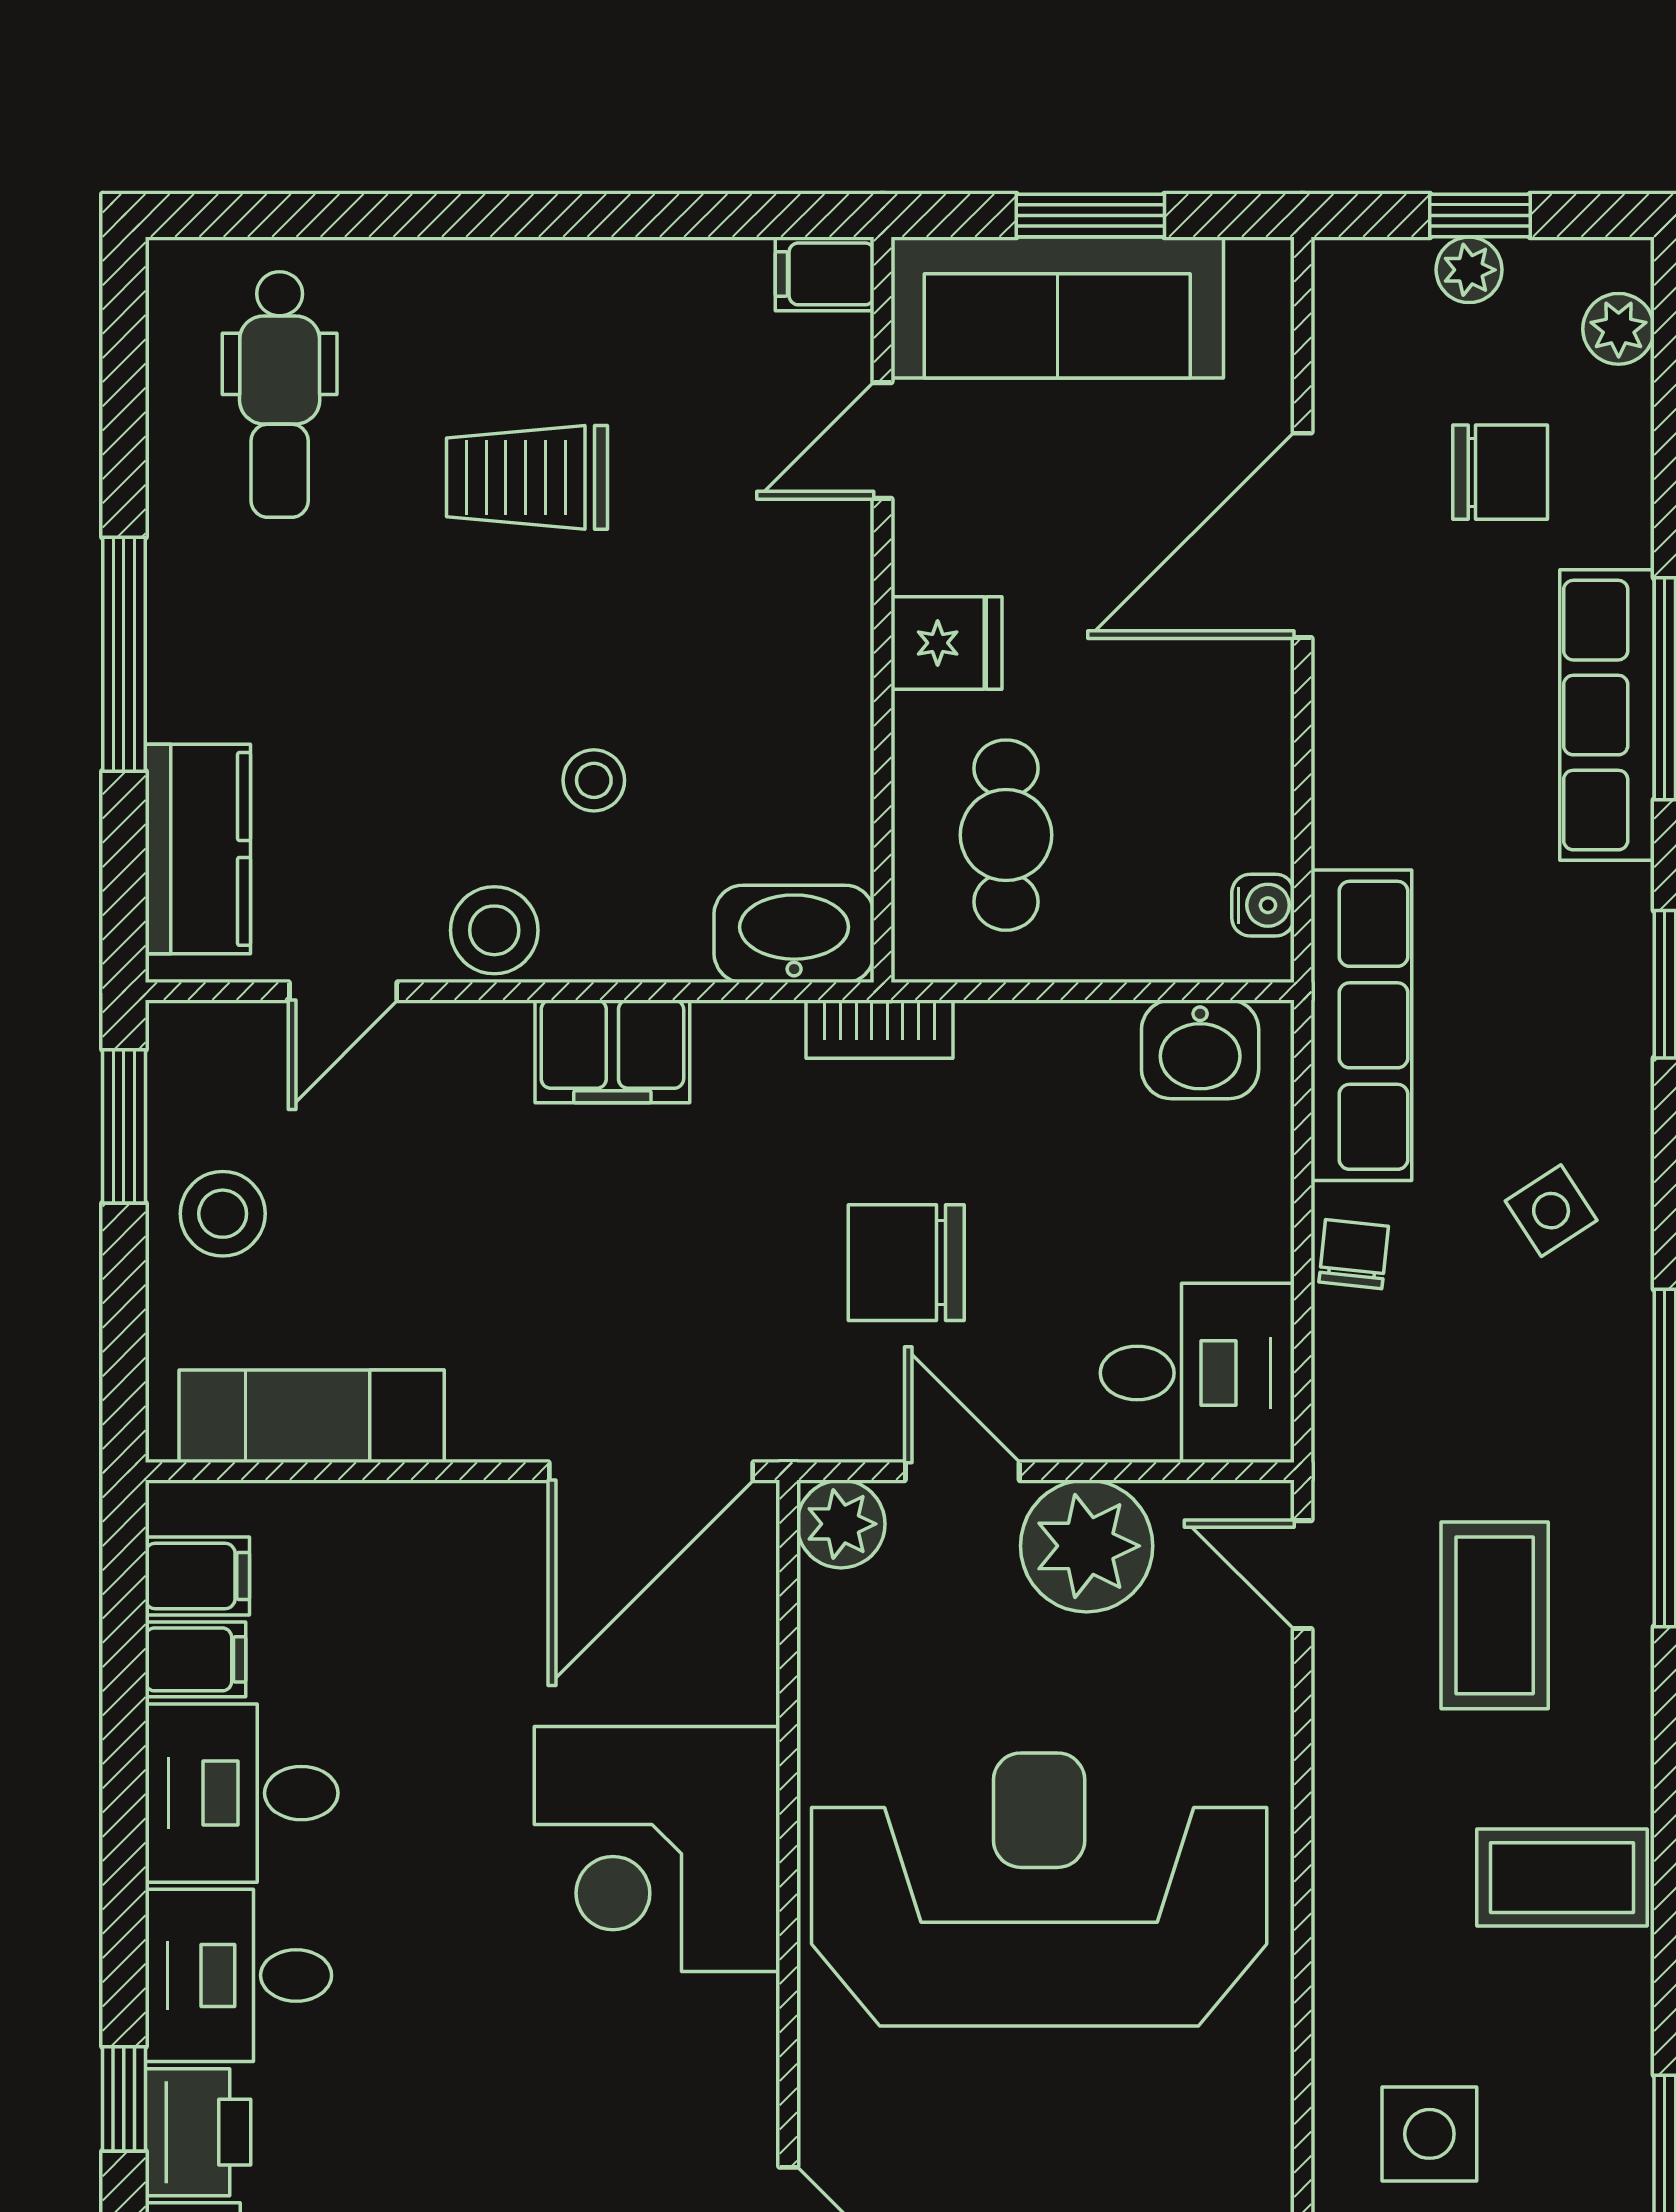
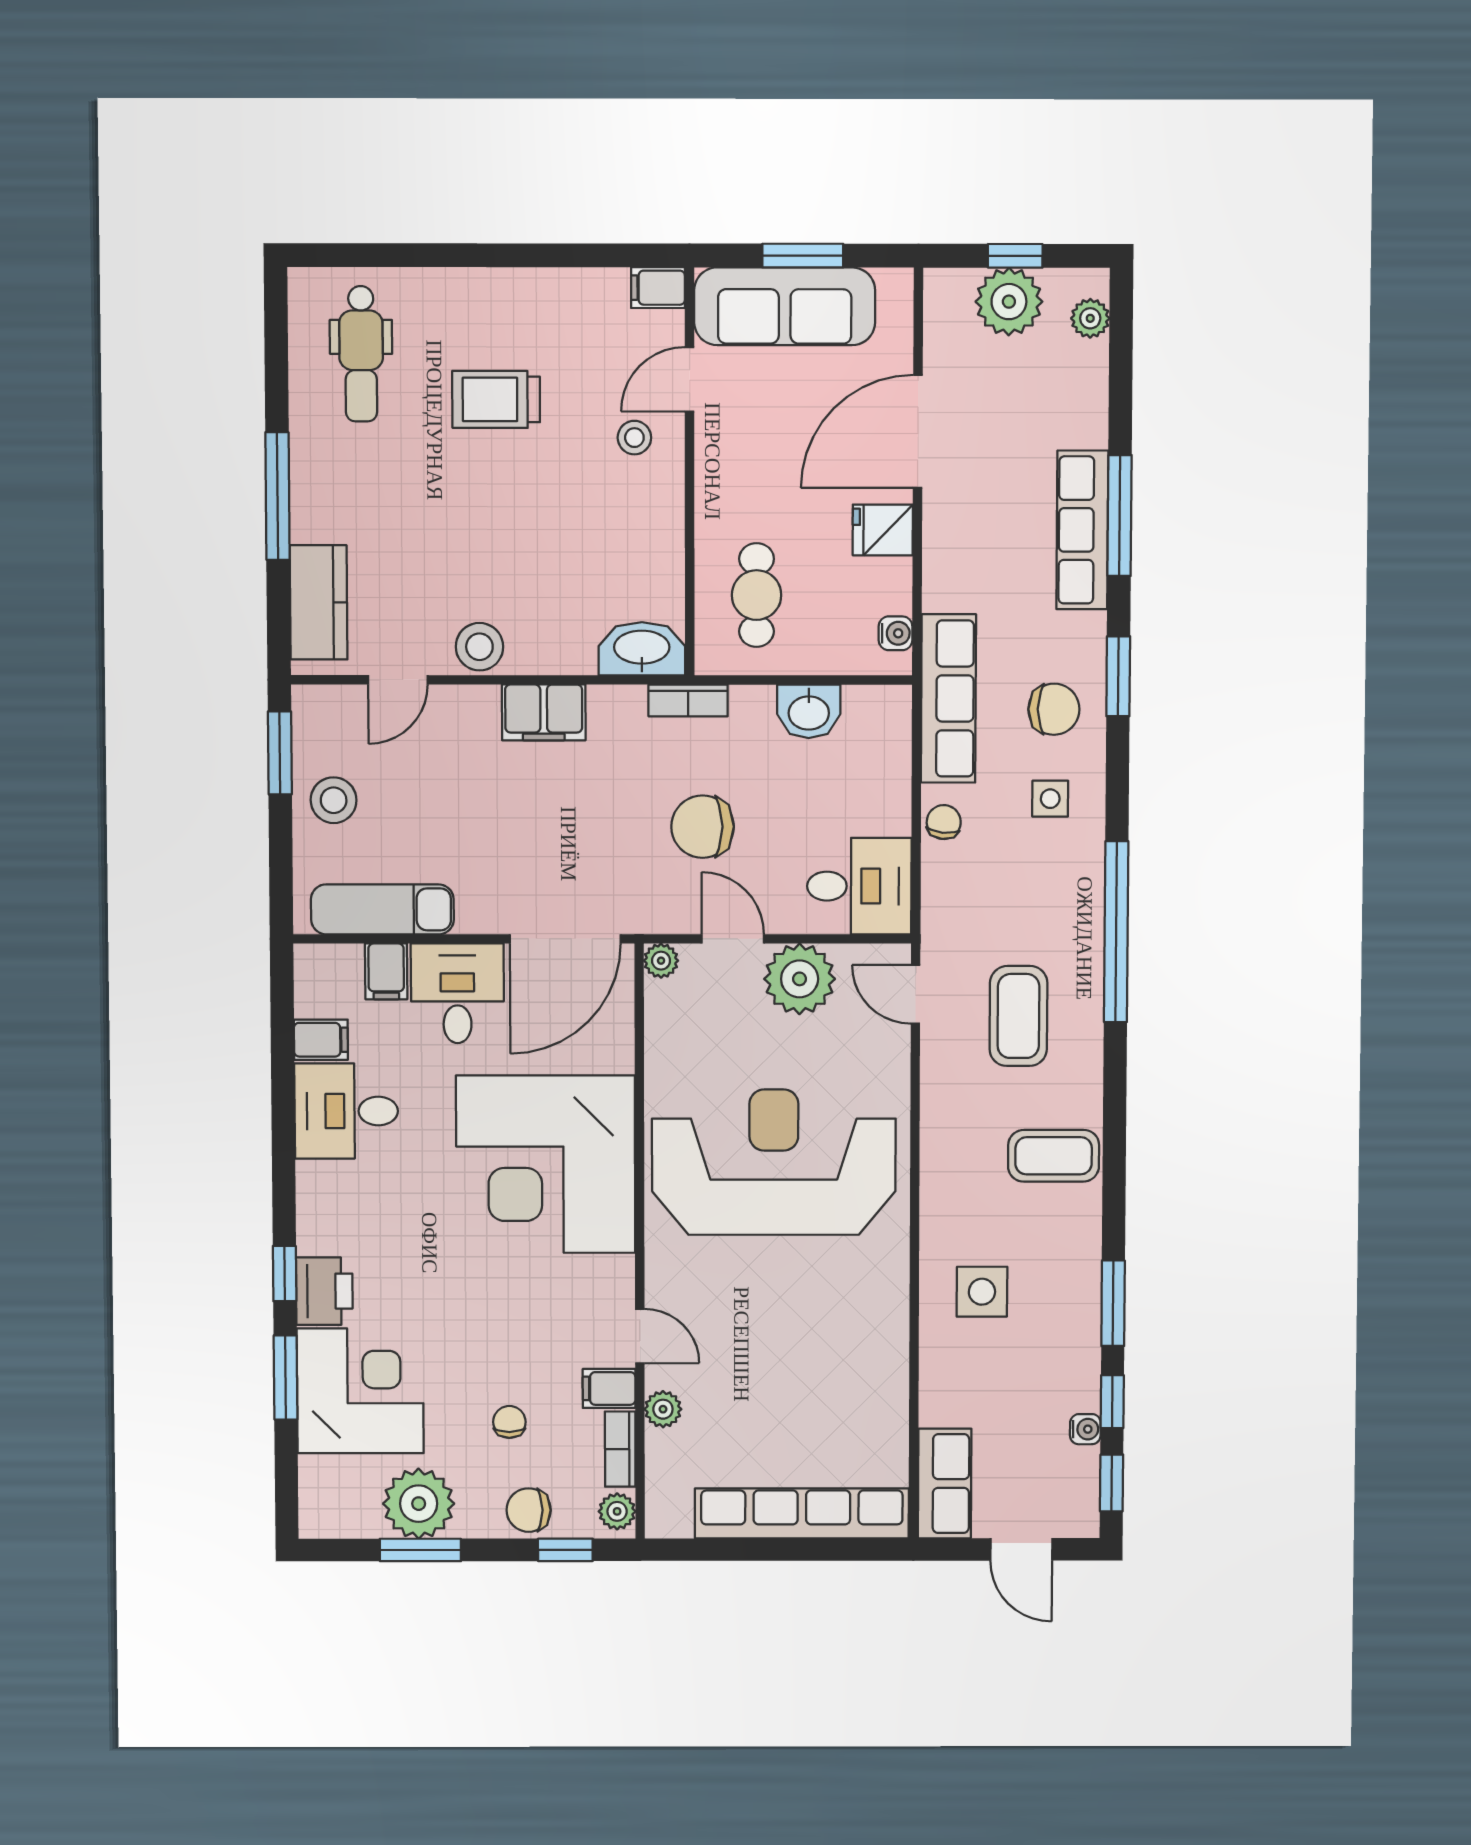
plant: (1469, 270) -> (1009, 302), width x1.88, depth x1.88
chair: (1500, 472) -> (1054, 709), moved
fridge: (947, 643) -> (883, 530), moved, turned 180
stool: (594, 780) -> (634, 438), moved
washbasin: (1200, 1049) -> (809, 711), moved
side table: (1551, 1211) -> (1050, 799), turned 33
plant: (841, 1524) -> (661, 961), width x0.73, depth x0.73
filing cabinet: (197, 1576) -> (386, 971), moved, turned 90
corner desk: (657, 1849) -> (546, 1164), width x1.36, depth x1.36
desk: (238, 1975) -> (457, 993), moved, turned 90

